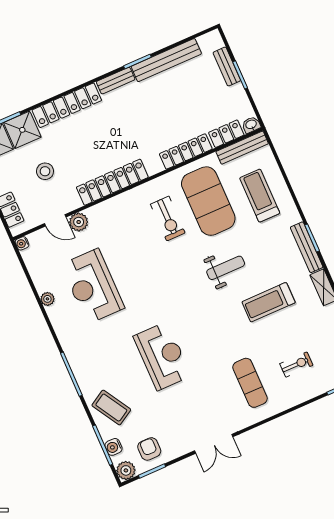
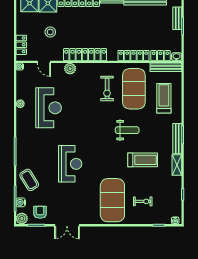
plant: (79, 222) -> (70, 69), moved
reception desk: (93, 286) -> (49, 108), turned 180
treadmill: (269, 302) -> (143, 160), turned 180
exercise mat: (250, 383) -> (112, 200), width x2.00, depth x1.45
double door: (214, 444) -> (67, 225), moved

